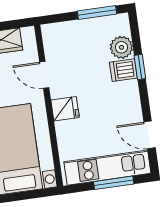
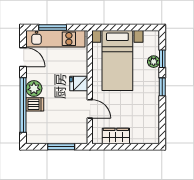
window: (97, 12) -> (61, 147), moved
plant: (121, 47) -> (34, 88), moved
window: (140, 67) -> (23, 105), width x3.17

